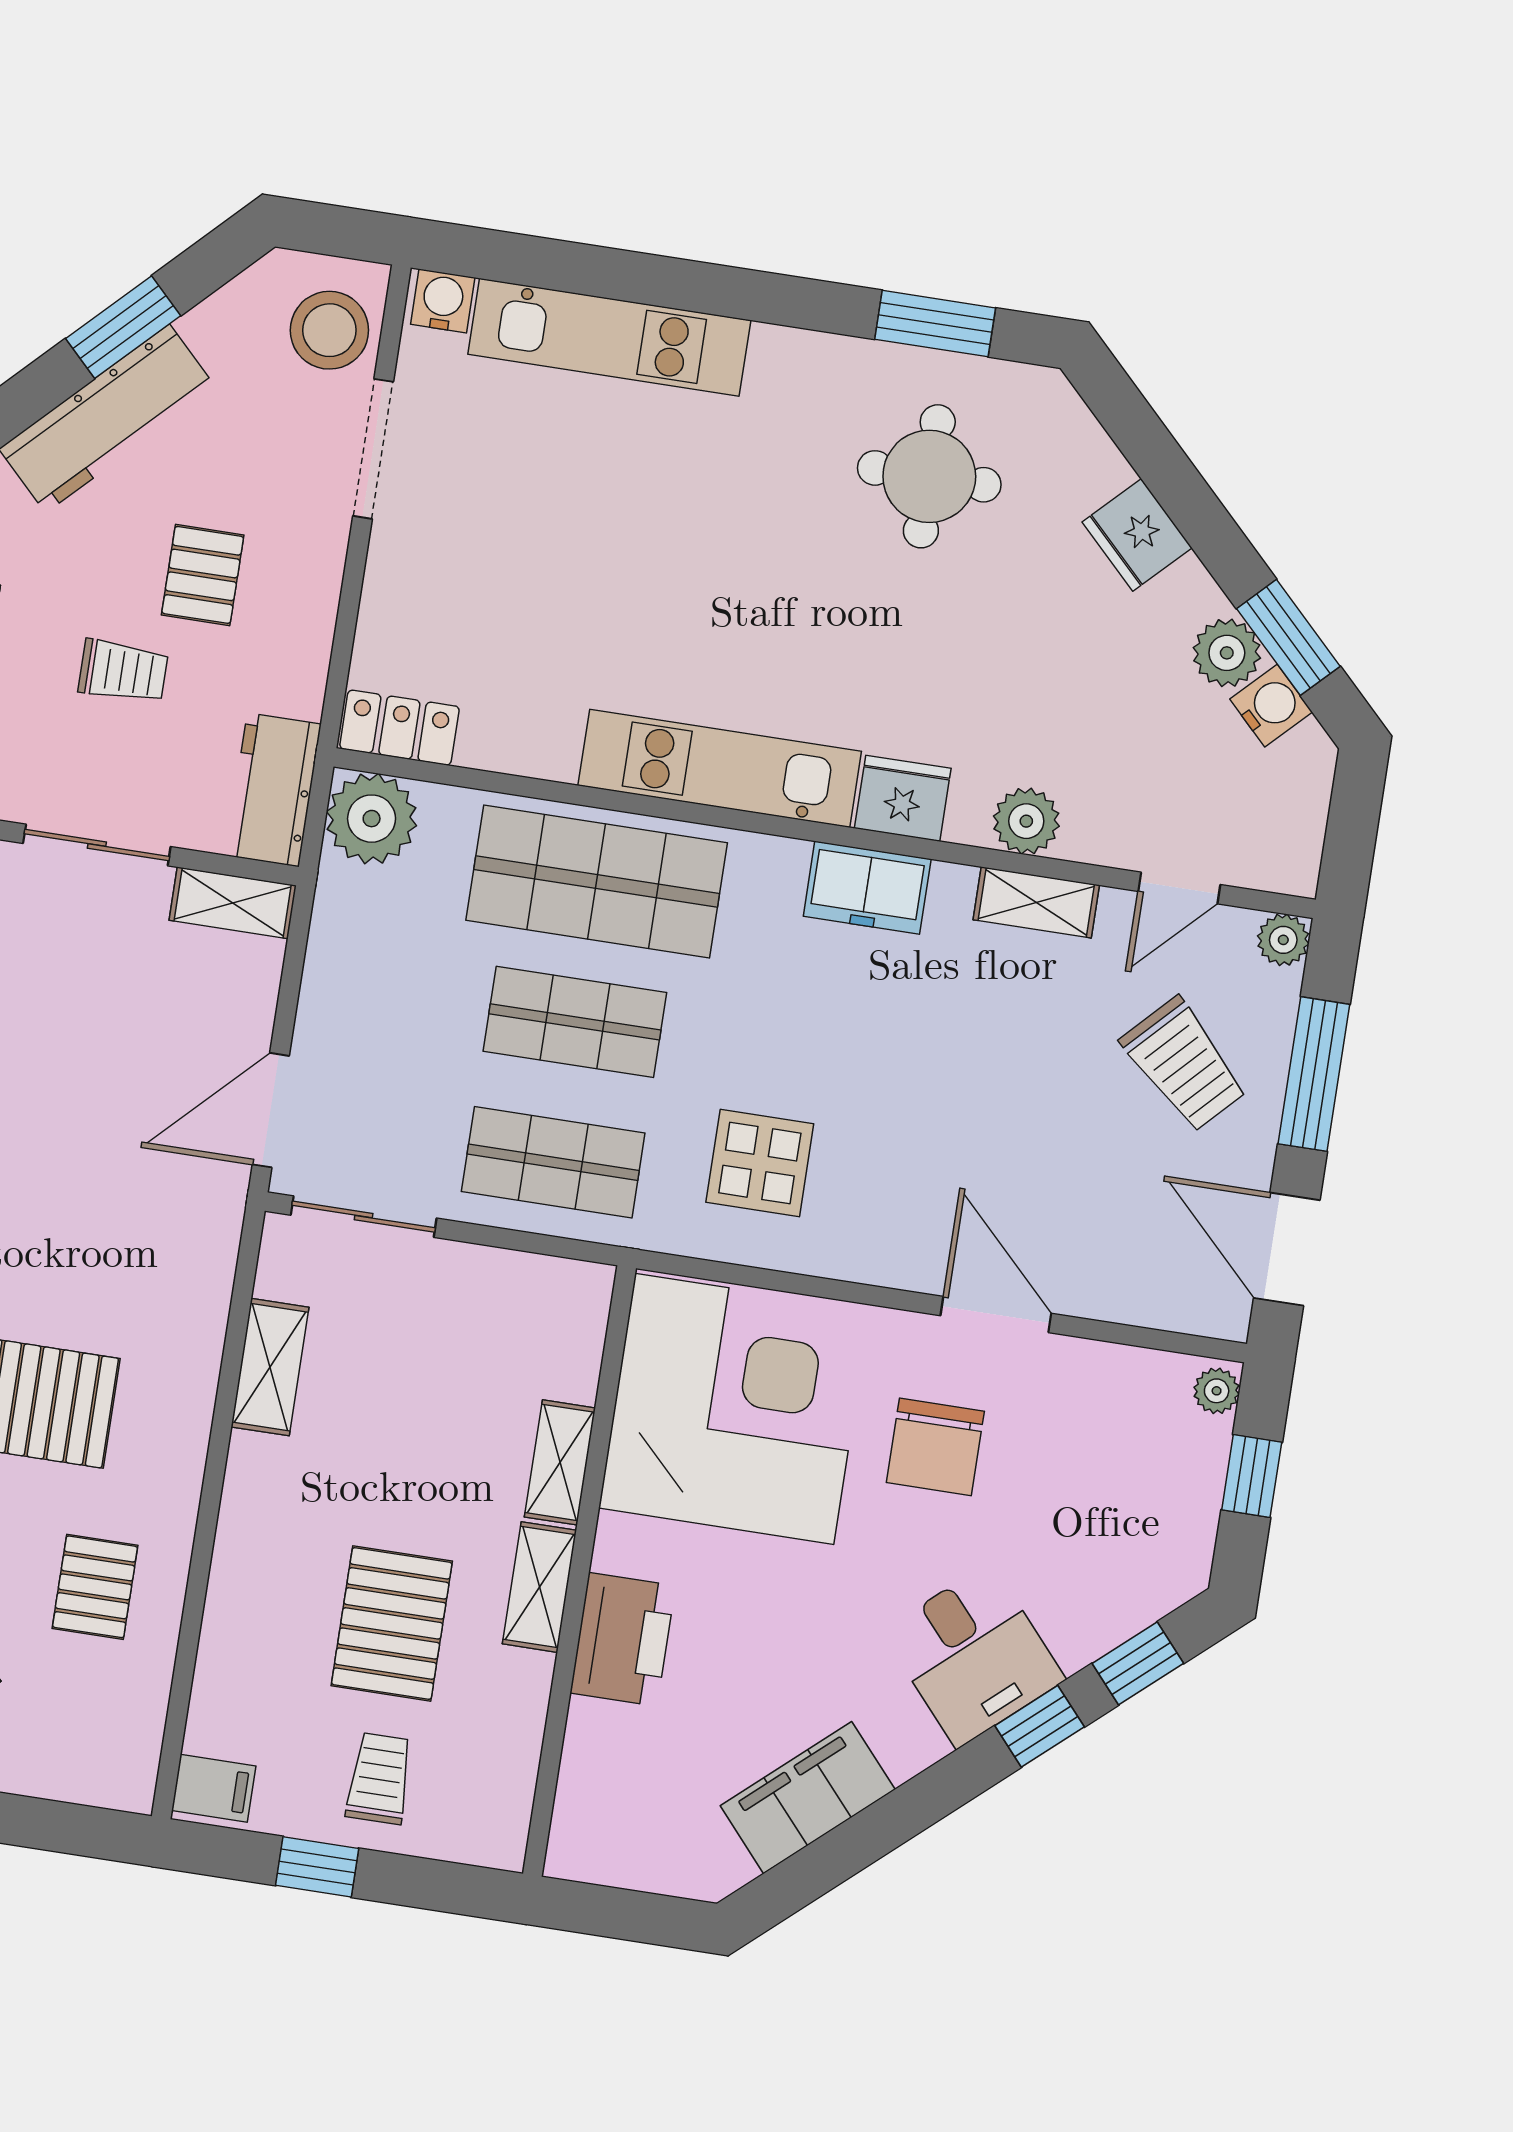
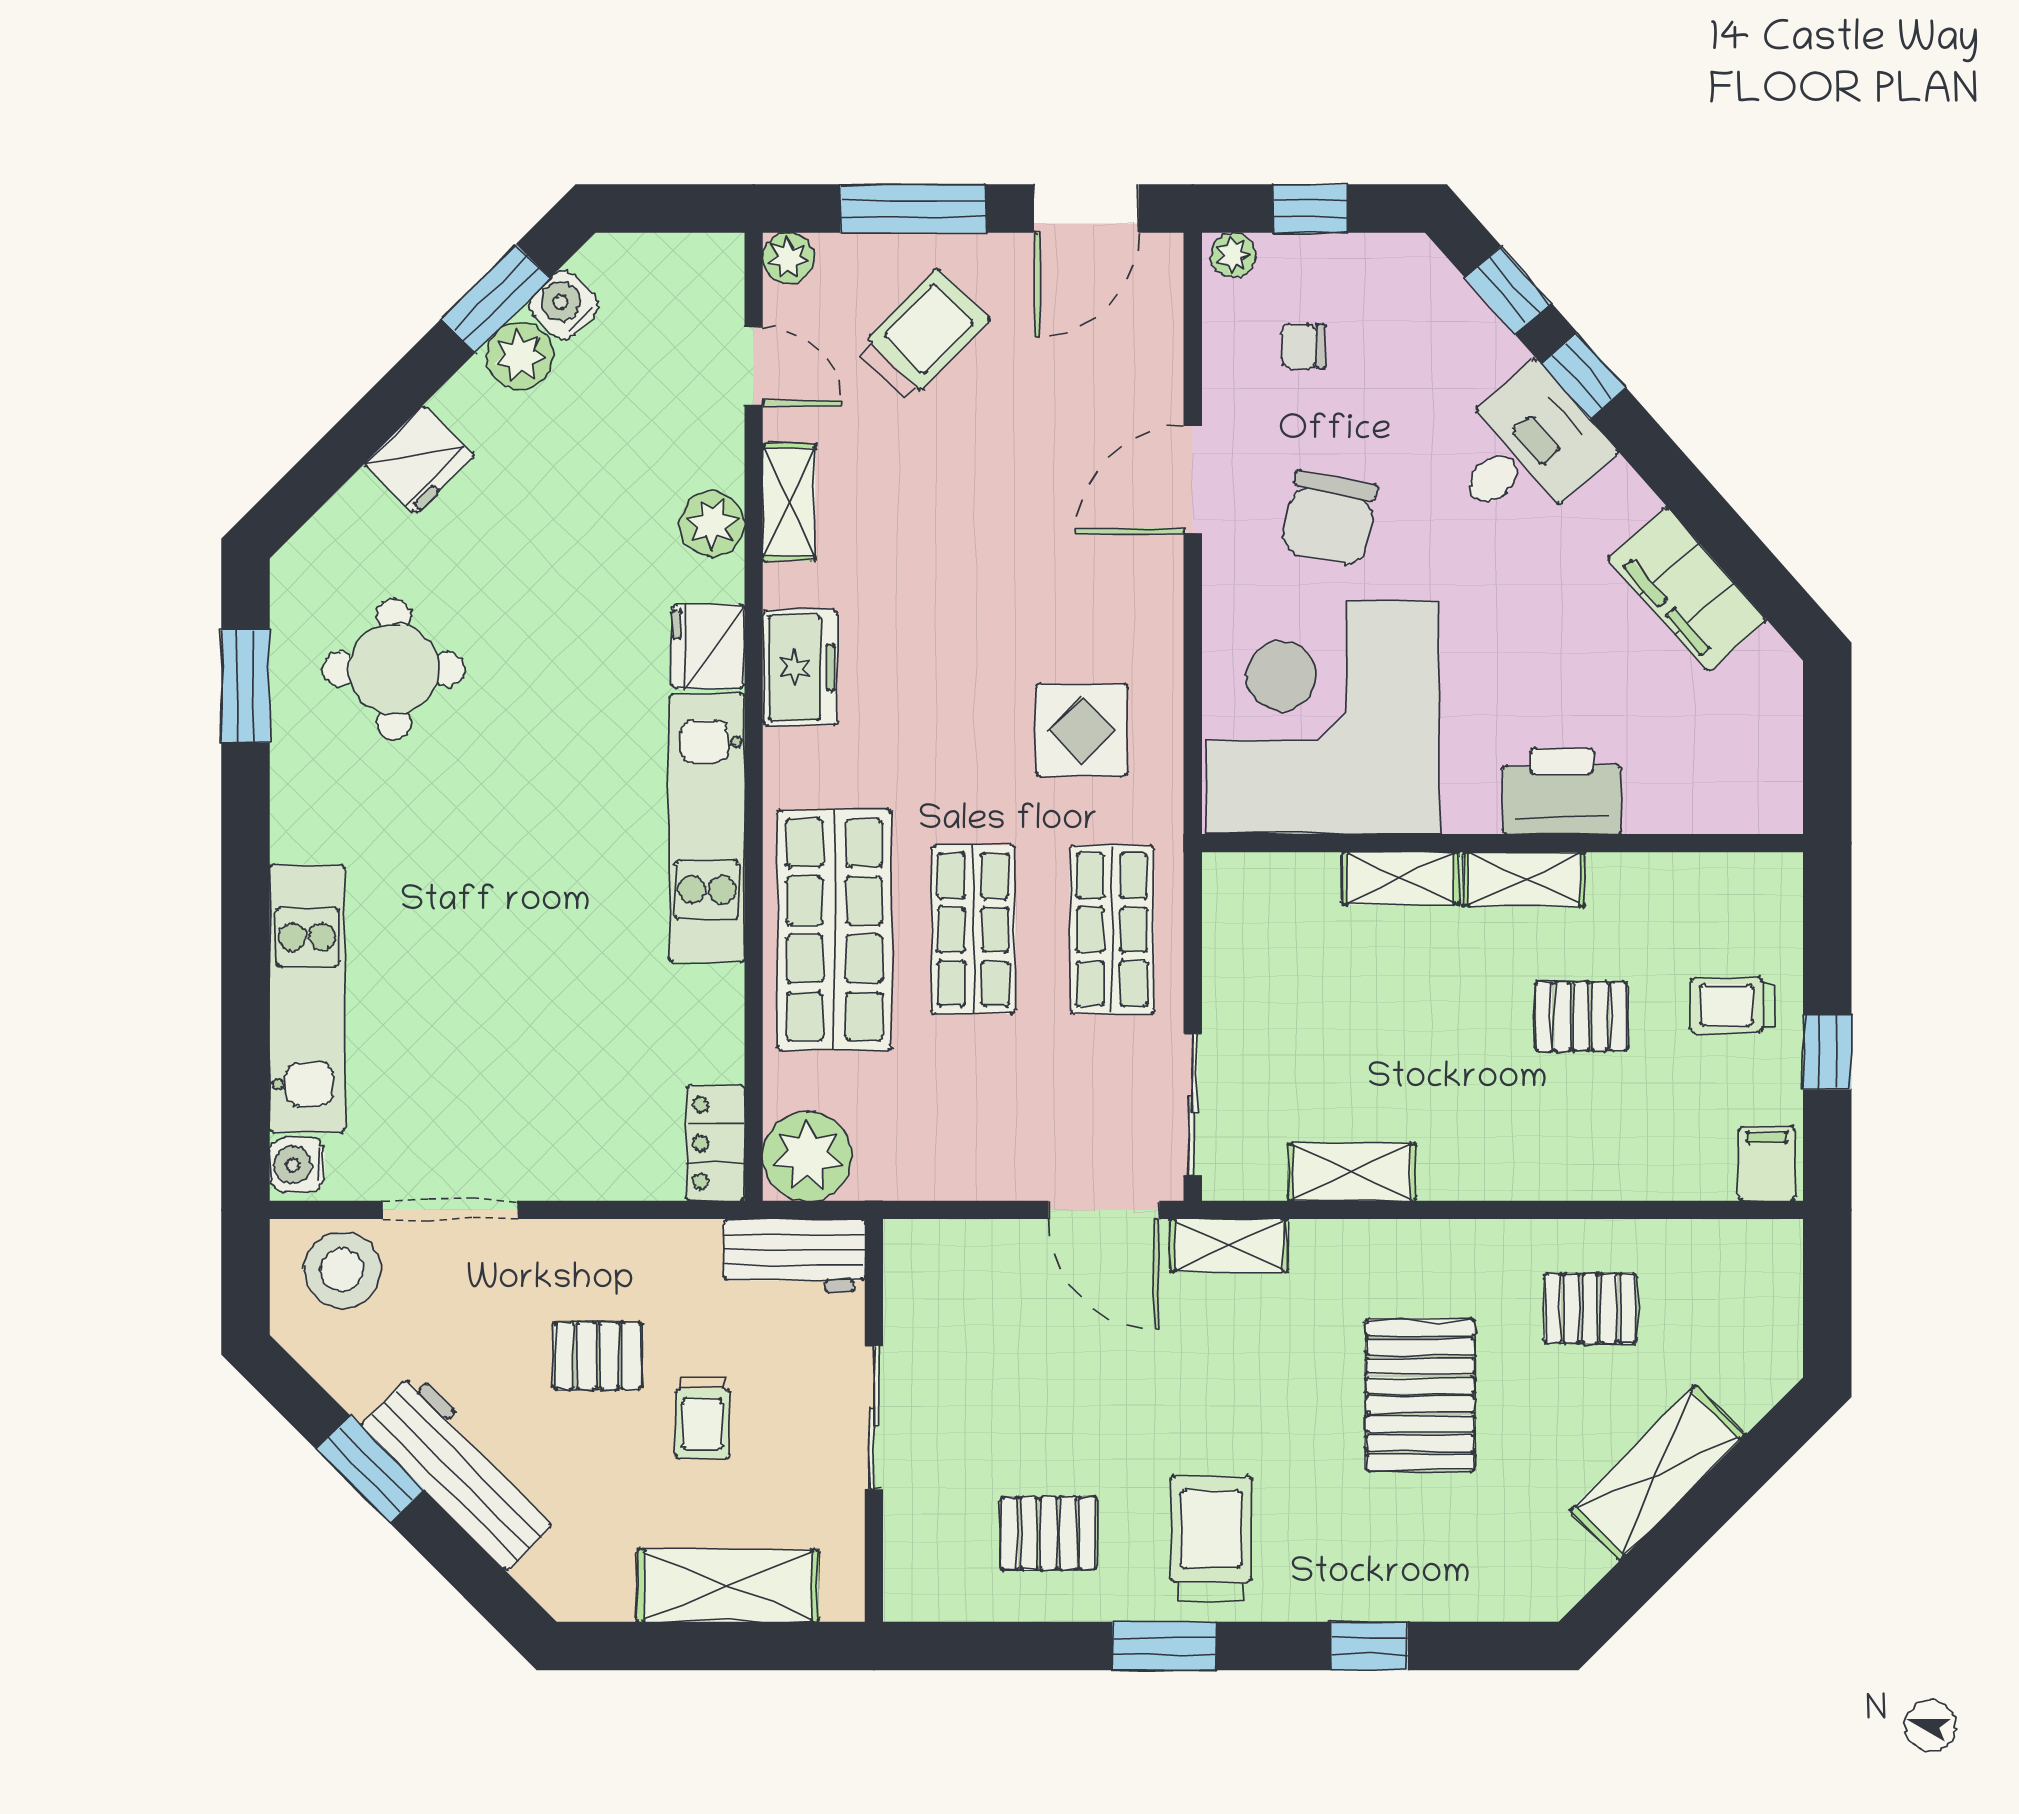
trolley: (123, 671) -> (702, 1418), turned 180
shelving: (233, 903) -> (1229, 1245), moved, turned 90
chair: (935, 1447) -> (1330, 518), turned 101
chair: (1113, 1447) -> (1303, 346), added
pallet: (392, 1623) -> (1581, 1016), width x0.67, depth x0.71

